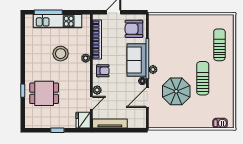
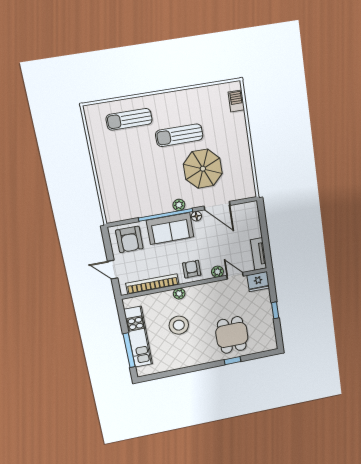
tv unit: (110, 124) -> (259, 254), width x0.71

